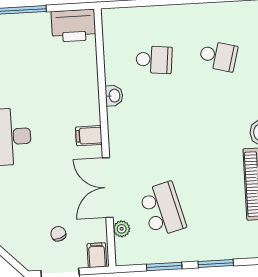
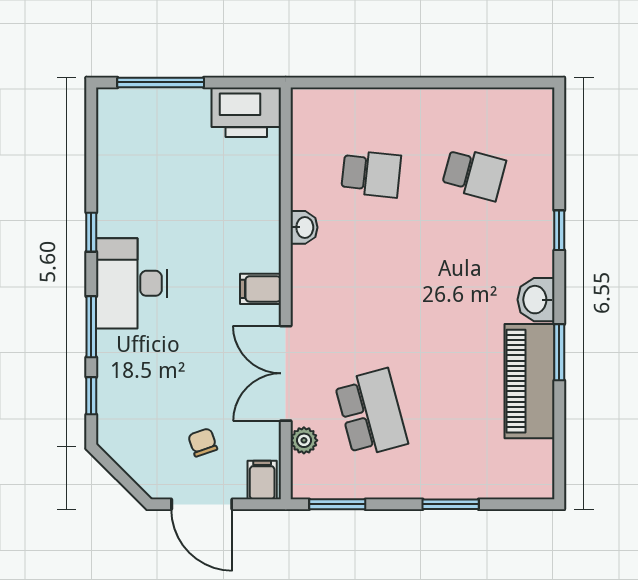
window: (164, 267) -> (337, 504), moved

